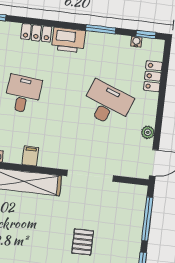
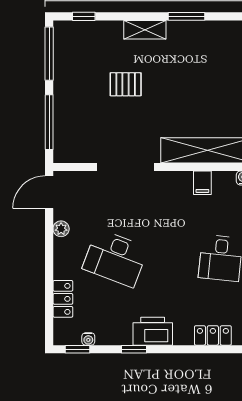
window: (101, 29) -> (134, 349), width x0.67
printer: (68, 40) -> (153, 331), moved
pallet: (83, 242) -> (126, 84), turned 90

